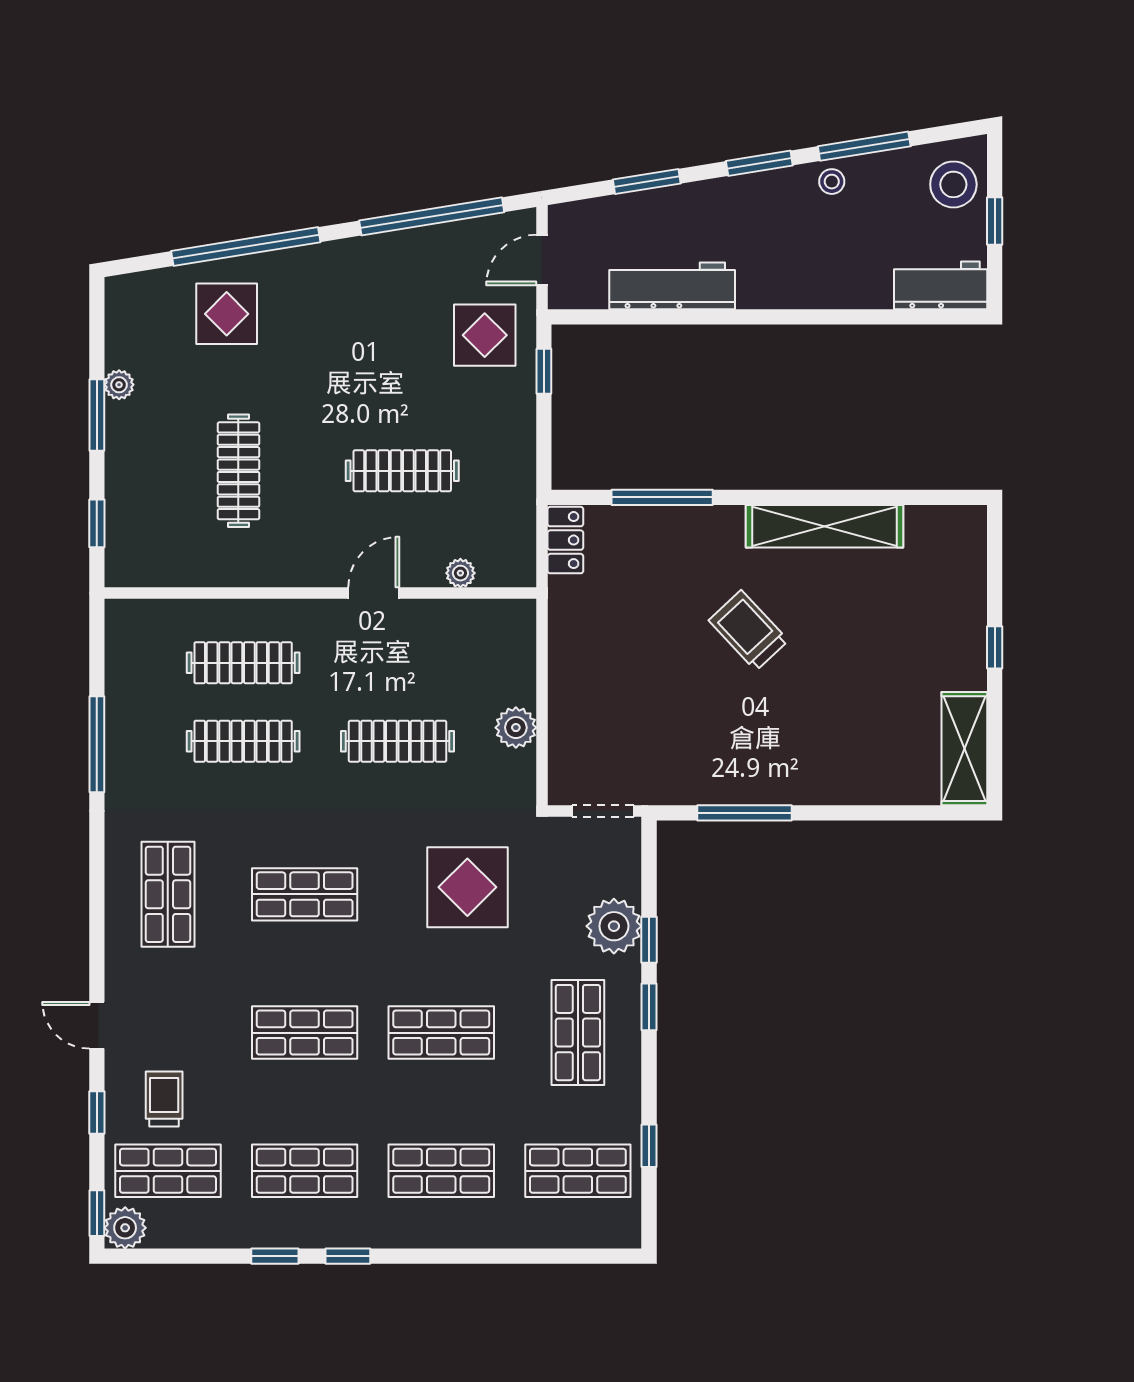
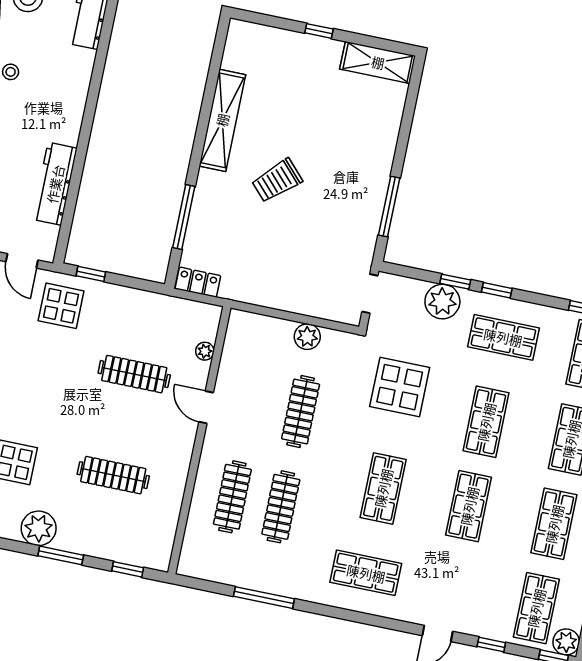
plant: (119, 385) -> (39, 528), width x1.87, depth x1.87
clothes rail: (402, 471) -> (134, 374), turned 90
trolley: (164, 1099) -> (492, 601), removed

